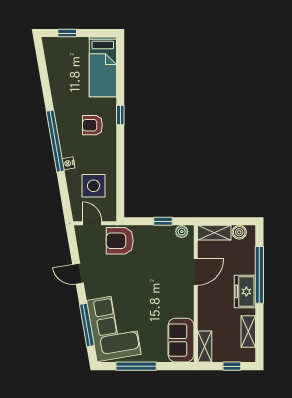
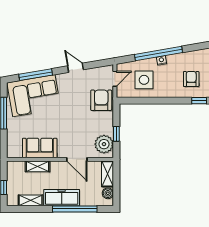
window: (55, 141) -> (159, 54), moved
plant: (182, 232) -> (104, 144), width x1.88, depth x1.88
door: (78, 274) -> (76, 68), hinge flipped
freezer: (245, 291) -> (62, 198), width x1.40
sofa: (181, 340) -> (40, 148), moved
shelving: (205, 347) -> (37, 166), moved

